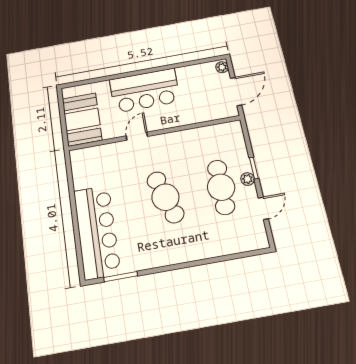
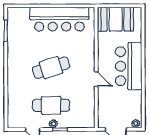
door: (137, 136) -> (96, 79), moved
bar counter: (97, 232) -> (59, 19), moved

